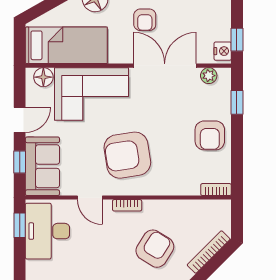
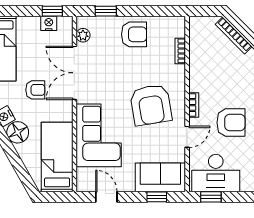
nightstand: (223, 51) -> (49, 23), moved
floor lamp: (43, 77) -> (84, 176), removed
door: (20, 120) -> (106, 197), moved
bookcase: (216, 190) -> (180, 51), moved
armchair: (155, 249) -> (231, 123), moved, turned 148

